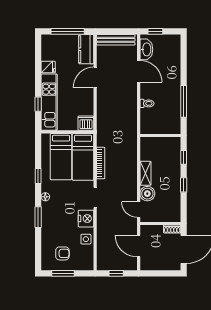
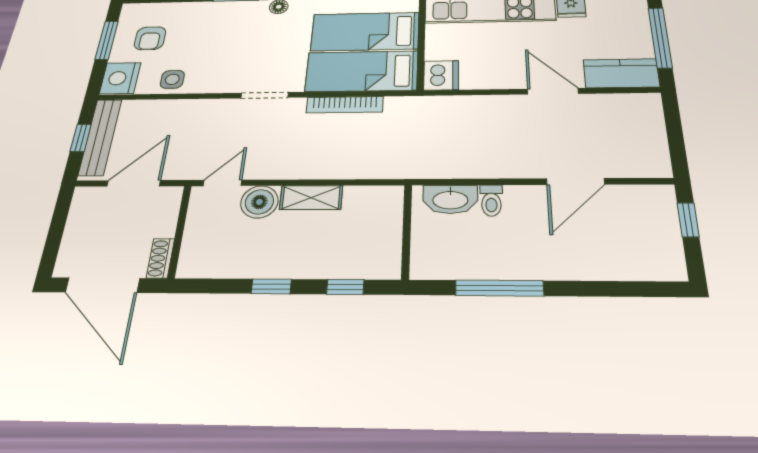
bench: (116, 40) -> (100, 137), moved
washbasin: (146, 49) -> (450, 199), moved
nightstand: (86, 219) -> (120, 78), moved, turned 90

